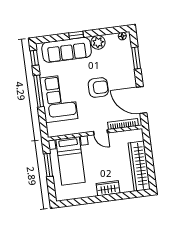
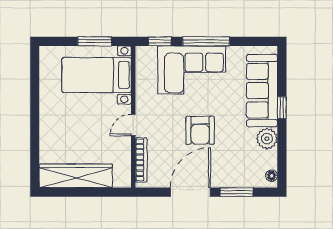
window: (34, 58) -> (160, 41), moved
door: (142, 100) -> (190, 192), moved
wardrobe: (108, 188) -> (49, 125), removed

